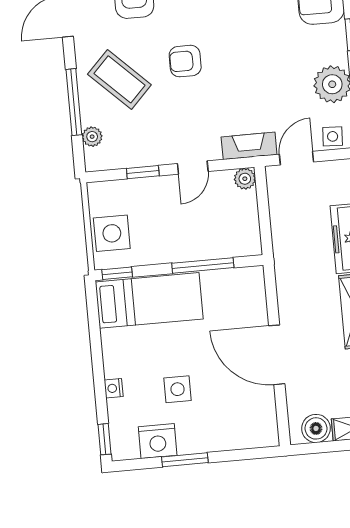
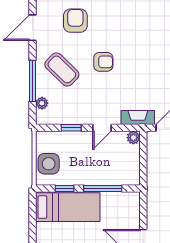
armchair: (185, 61) -> (103, 62), turned 180
window: (117, 273) -> (64, 189), moved

